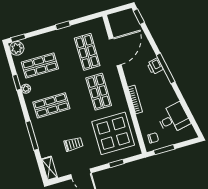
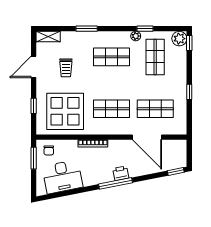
shop shelf: (51, 105) -> (111, 57), turned 90
desk: (173, 118) -> (62, 177), width x1.37
window: (32, 135) -> (87, 29), width x0.69

